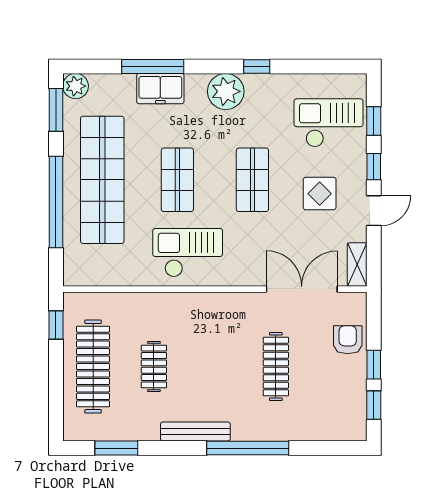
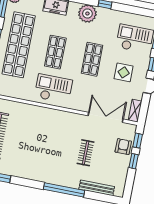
clothes rail: (154, 367) -> (26, 141), removed
clothes rail: (276, 367) -> (86, 153), width x0.73
window: (374, 405) -> (138, 141), moved
bench: (195, 431) -> (97, 188), moved

